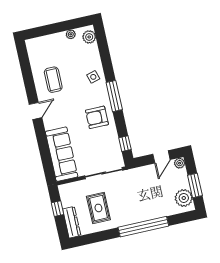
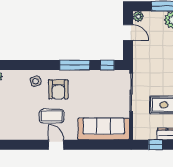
coffee table: (53, 80) -> (52, 116), moved
window: (114, 96) -> (75, 65), moved
armchair: (97, 117) -> (58, 89), moved

